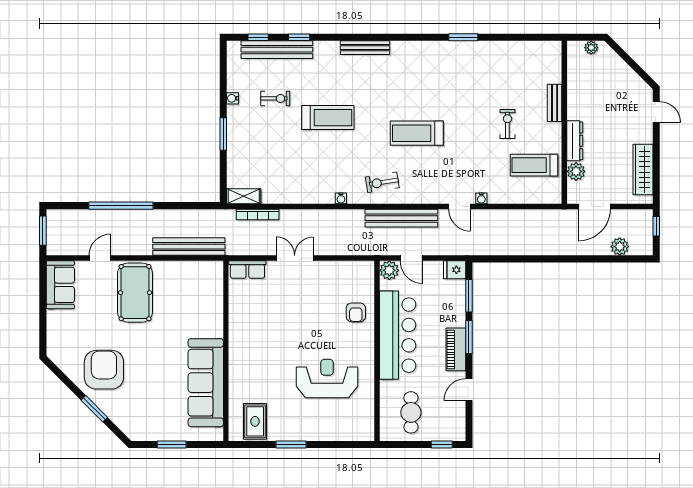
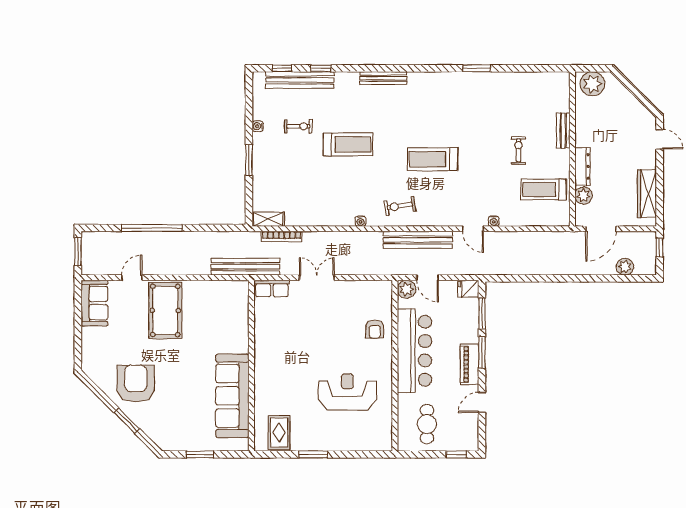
plant: (591, 48) -> (592, 84), width x1.87, depth x1.87
bench: (189, 247) -> (245, 267), moved

